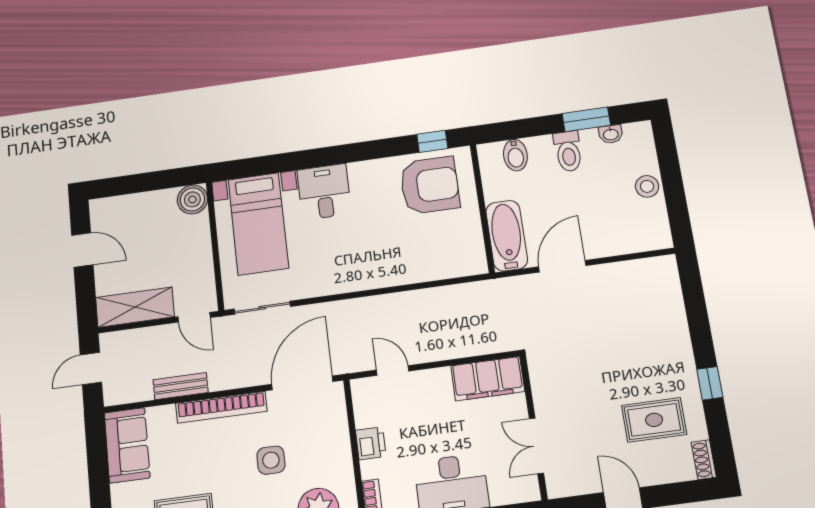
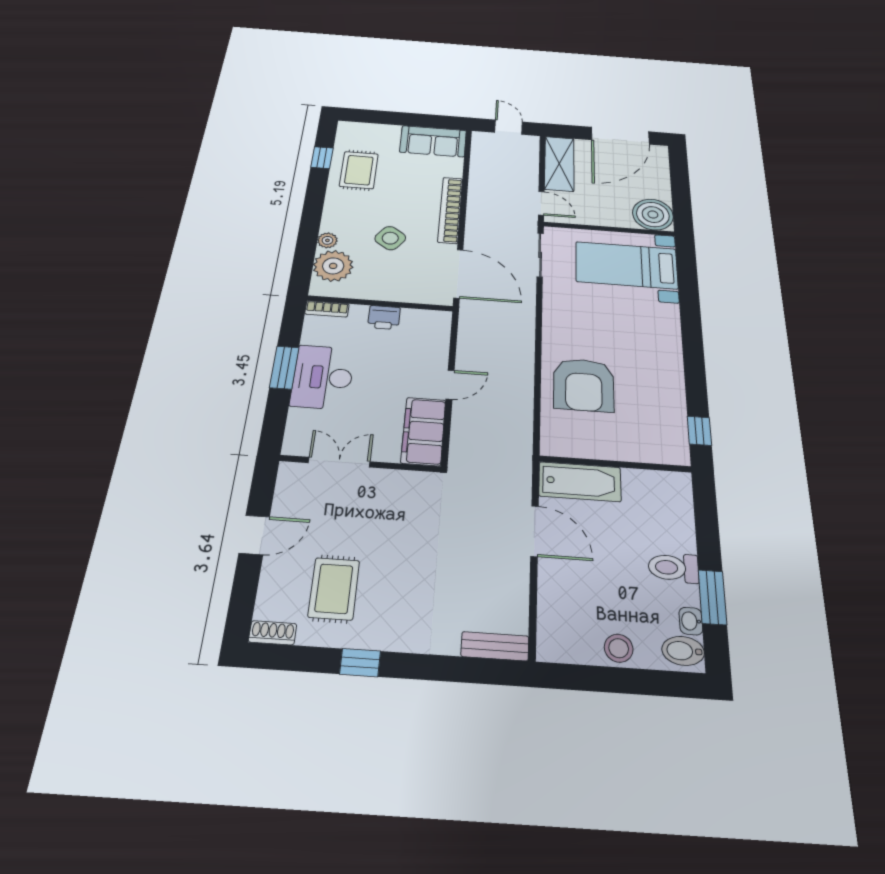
bidet: (515, 155) -> (683, 651), moved
armchair: (430, 185) -> (584, 385), moved
desk: (324, 192) -> (653, 324), removed
boiler: (192, 199) -> (653, 215), width x1.37, depth x1.37
door: (82, 250) -> (620, 136), width x1.88
door: (194, 317) -> (541, 203), swing flipped
door: (393, 371) -> (450, 385), moved
bench: (181, 386) -> (495, 646), moved, turned 90
side table: (271, 460) -> (390, 238), turned 35

